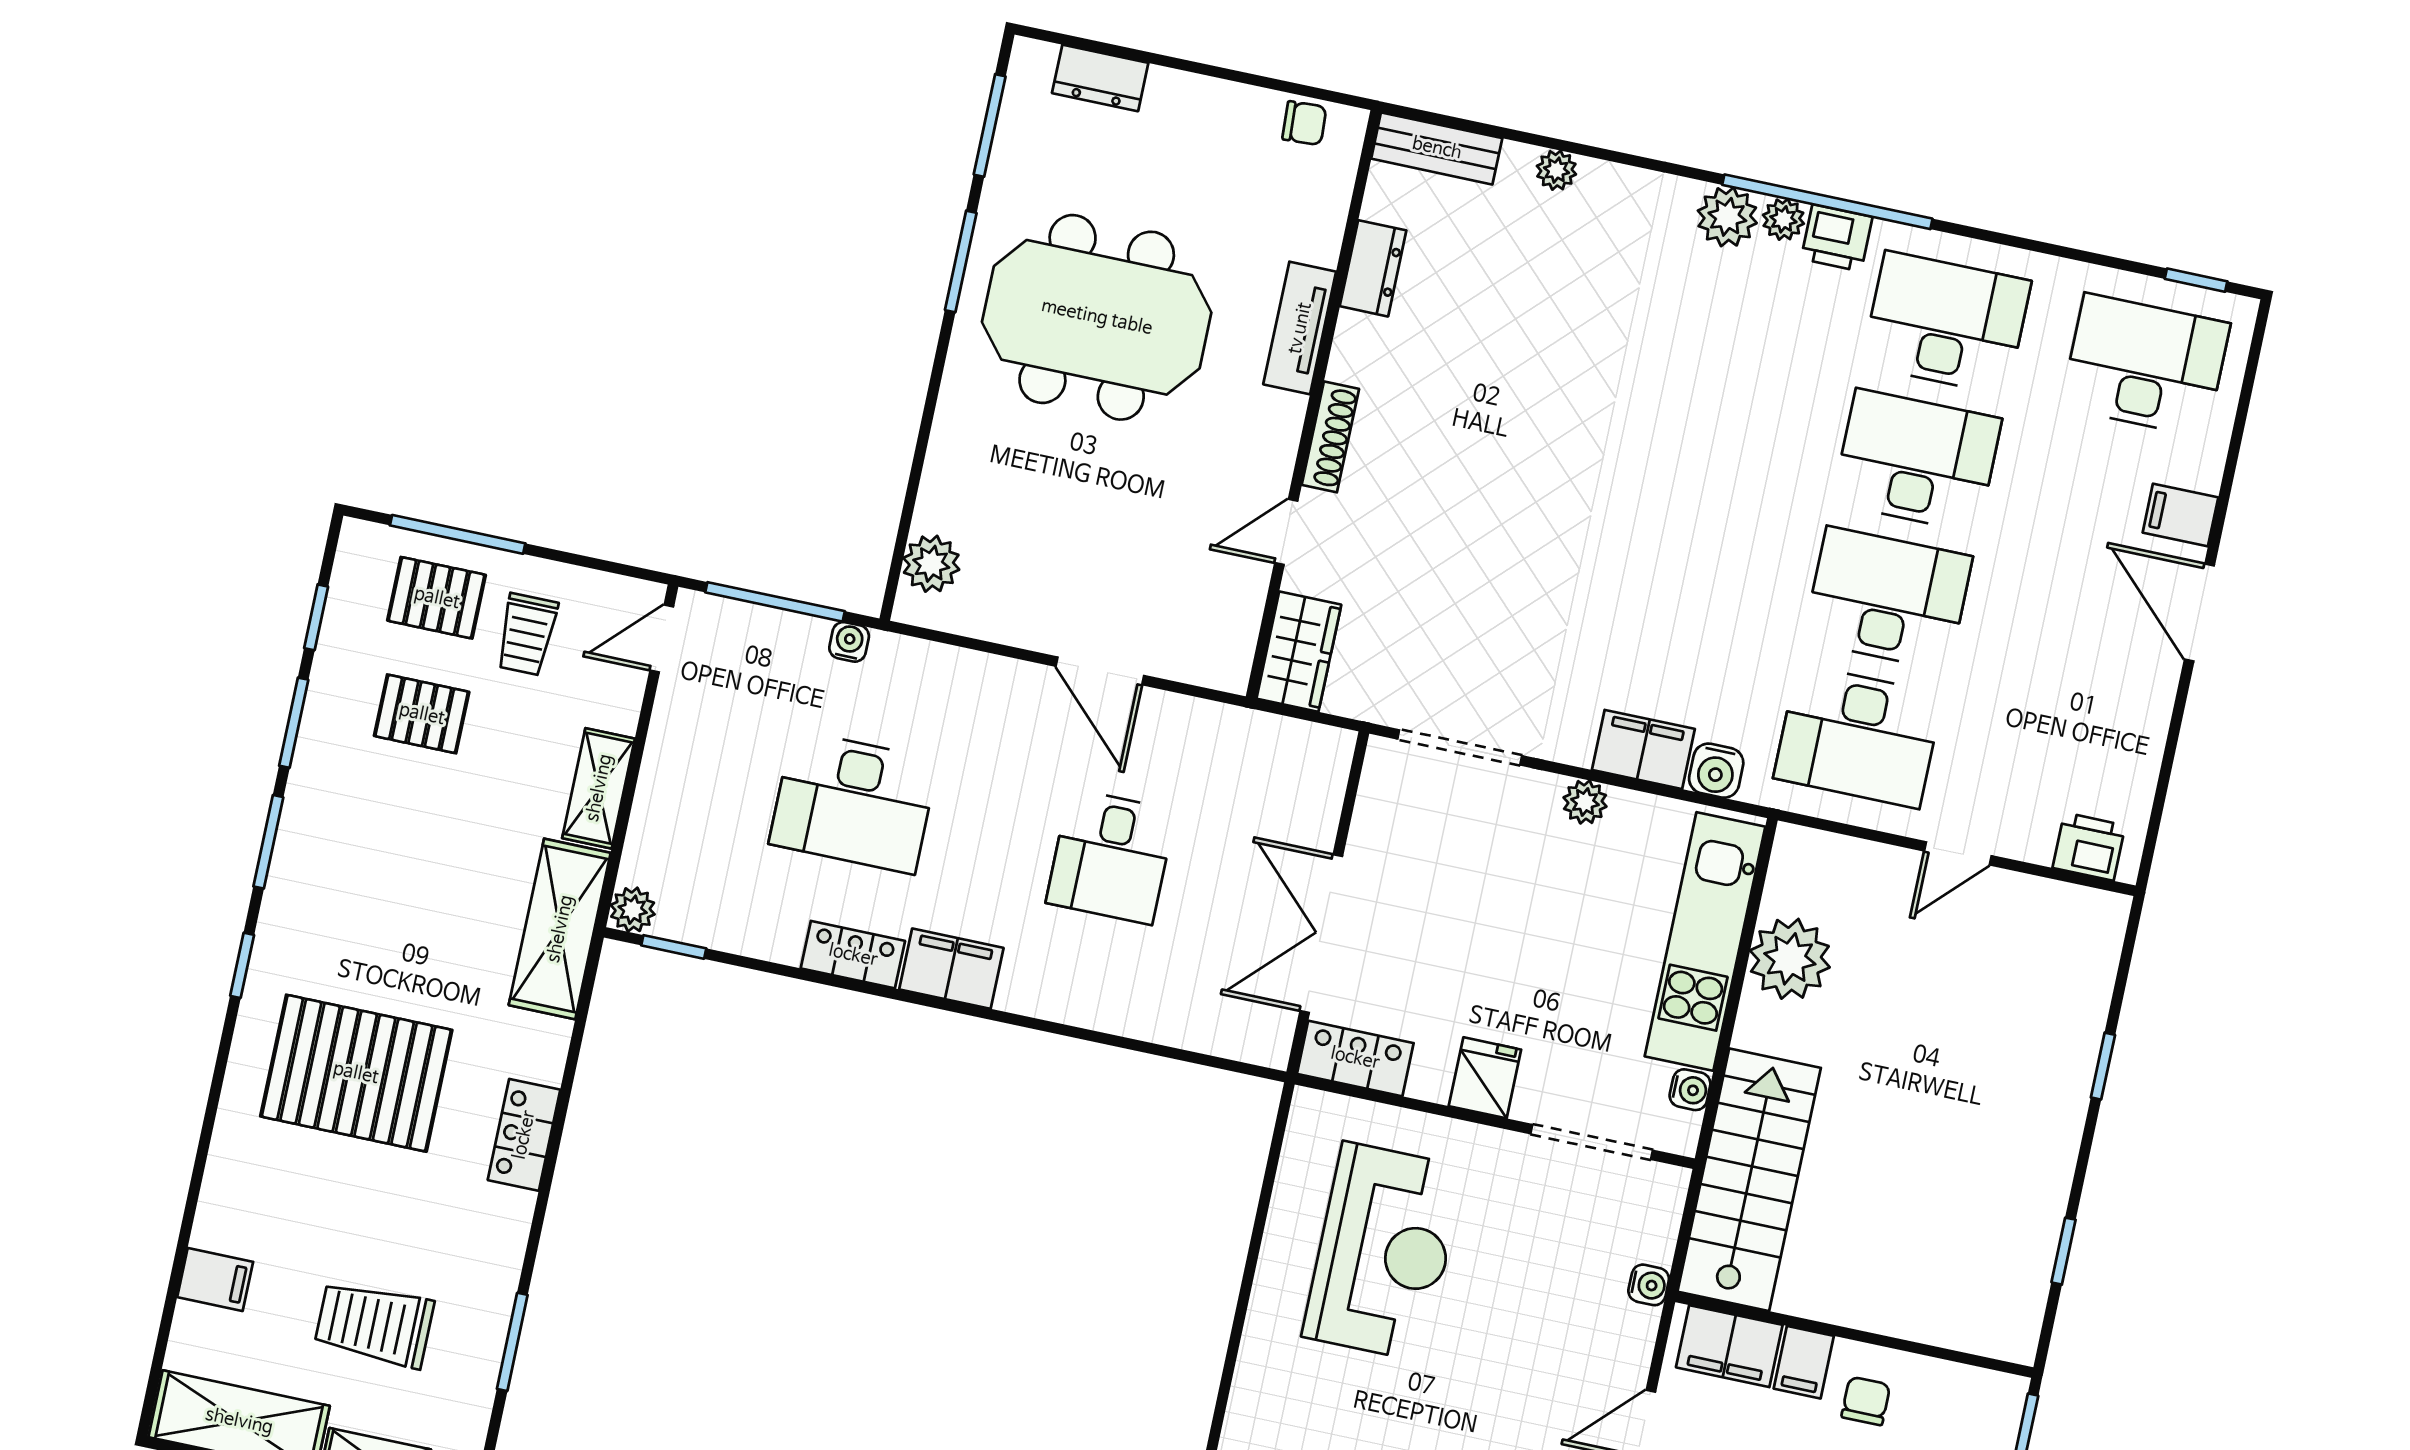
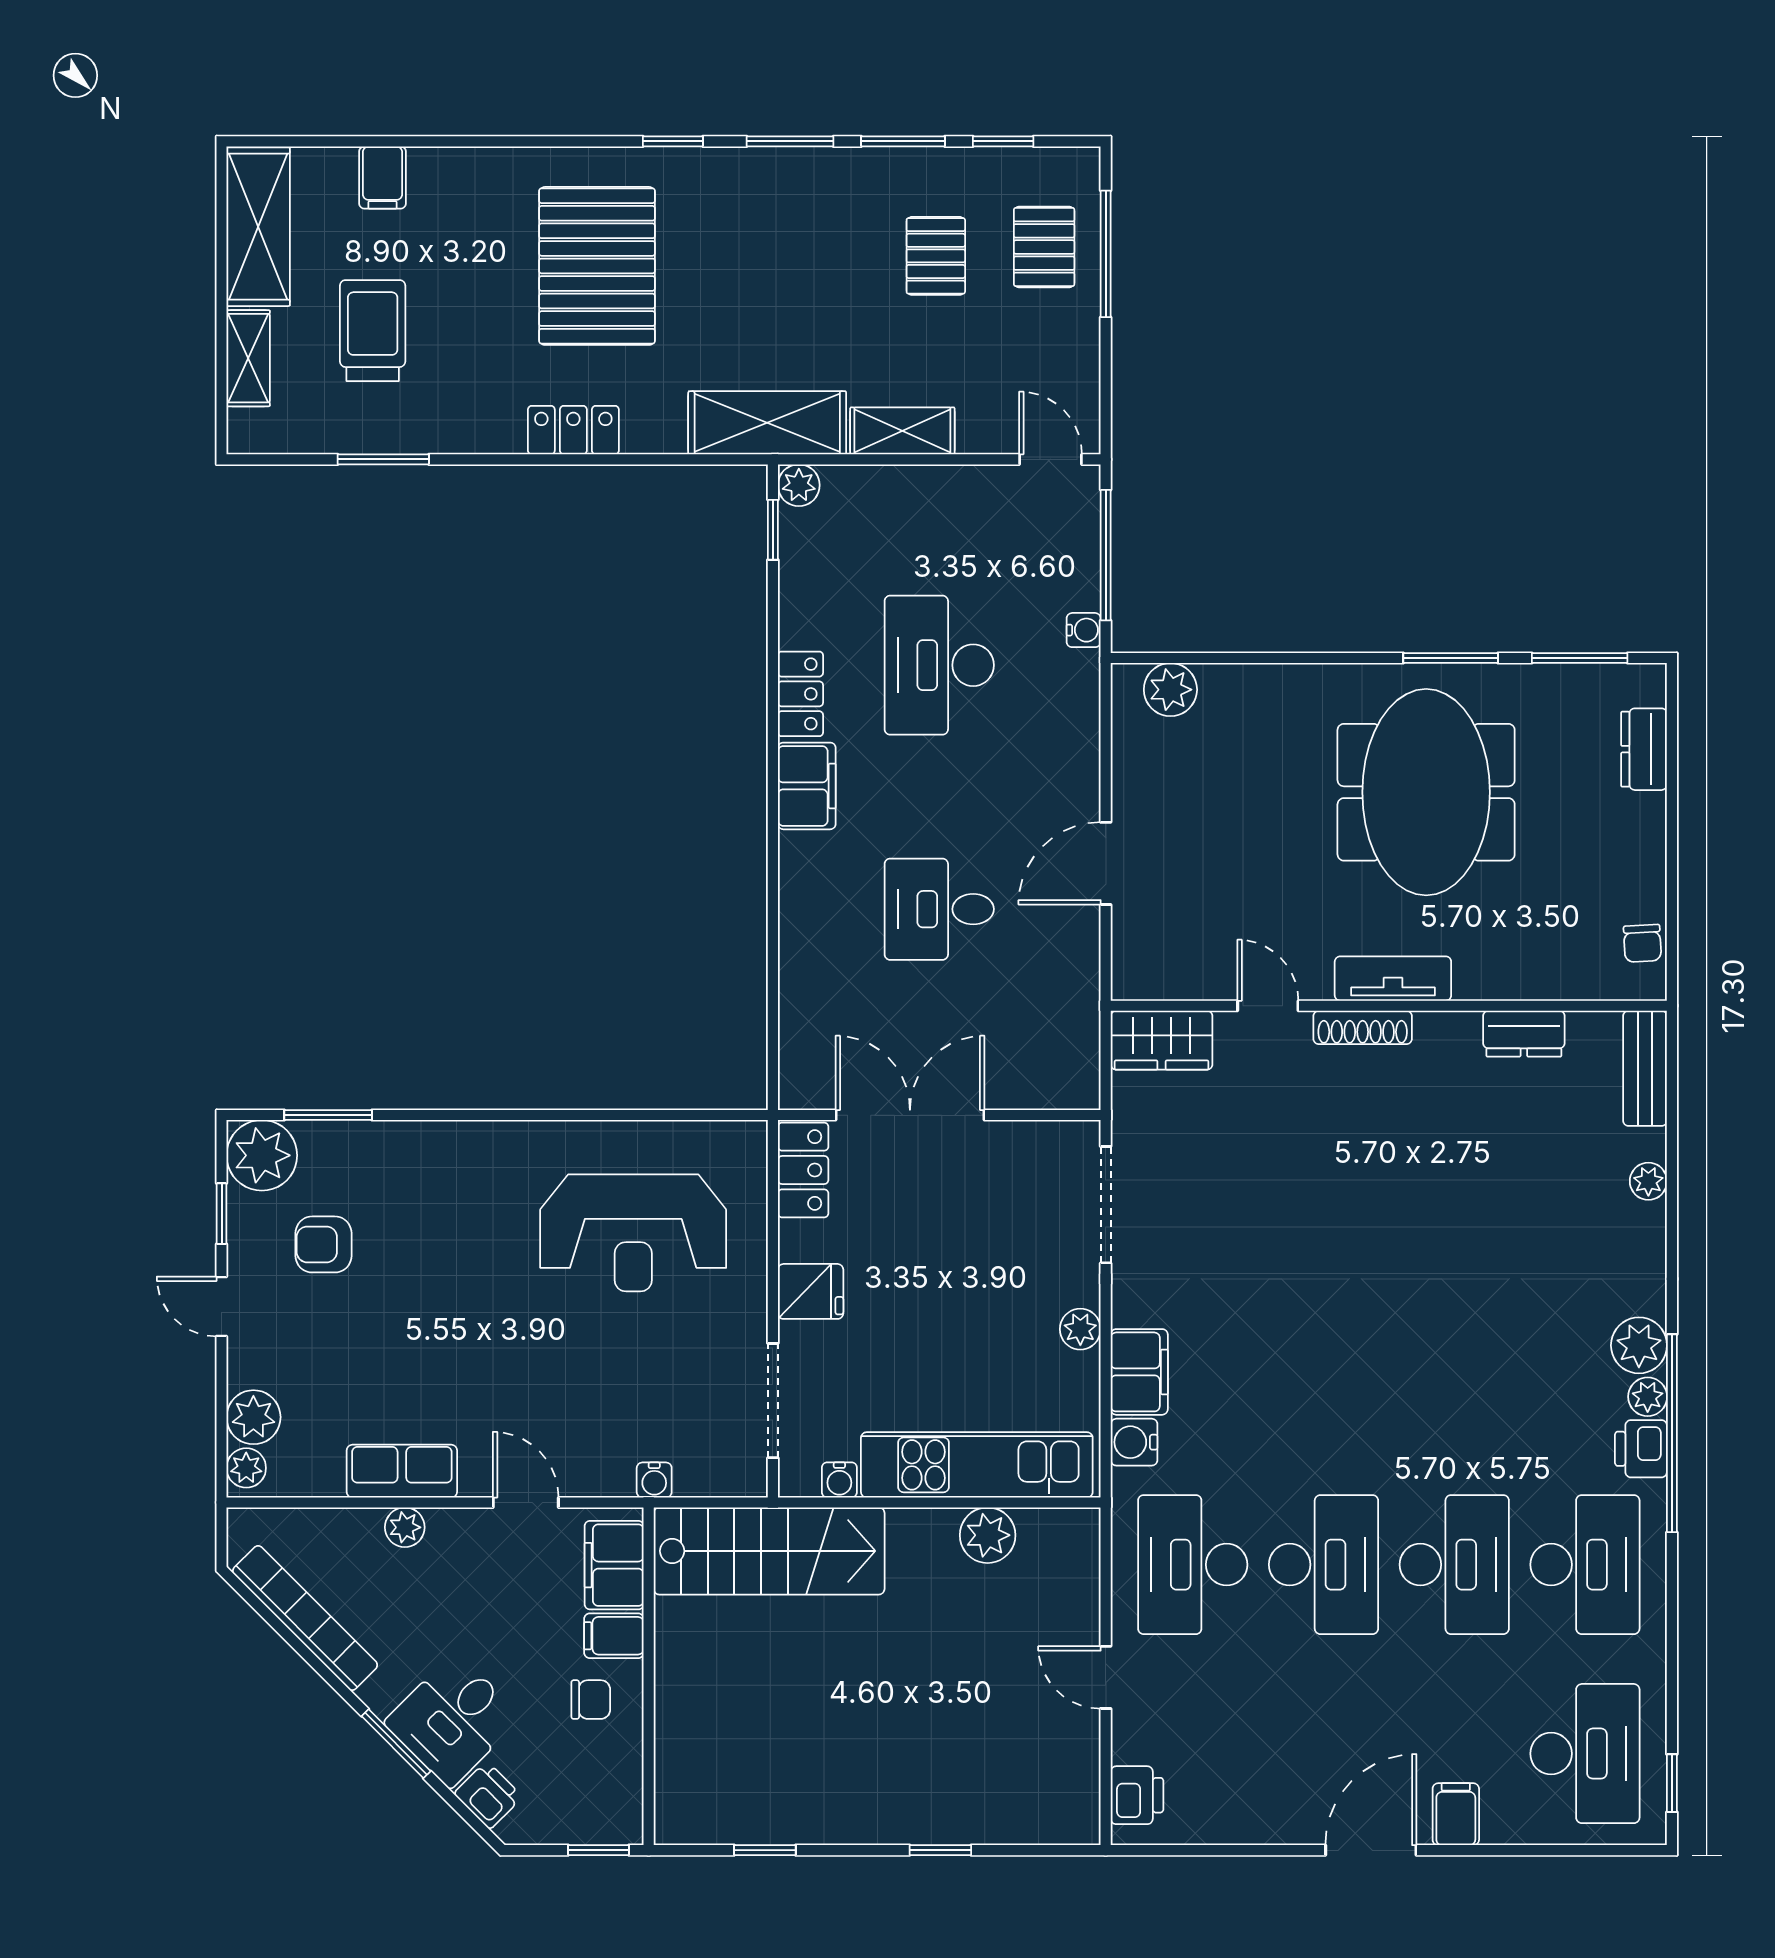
tv unit: (1300, 328) -> (1393, 979), moved
trolley: (527, 634) -> (1028, 336), removed
plant: (1790, 959) -> (988, 1535), width x0.73, depth x0.73

